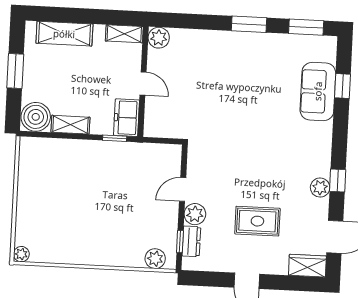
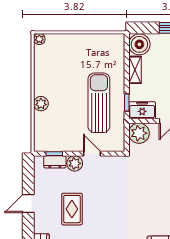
plant: (158, 124) -> (139, 133), added
sun lounger: (113, 177) -> (99, 103), added
plant: (155, 259) -> (41, 104), moved

